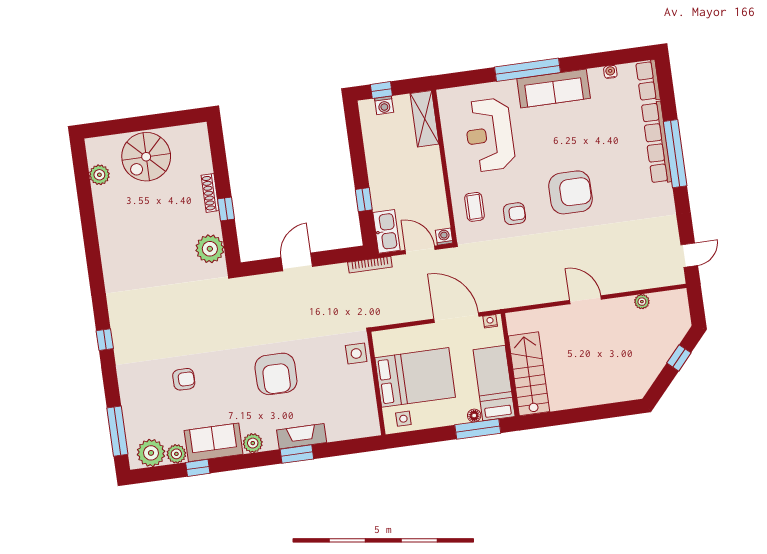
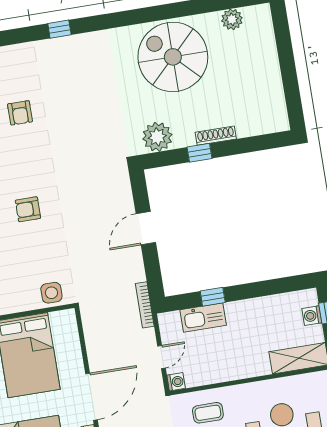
spiral stairs: (146, 157) -> (173, 57), moved, width x1.37, depth x1.37
kitchen sink: (386, 231) -> (203, 318), moved
door: (420, 250) -> (162, 357), width x0.73
door: (297, 262) -> (146, 228), swing flipped
armchair: (276, 374) -> (28, 209), width x0.53, depth x0.53

